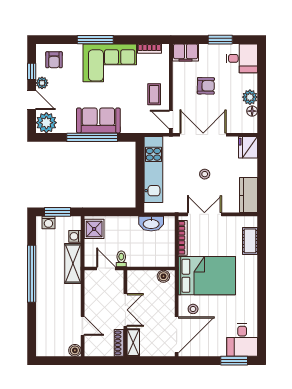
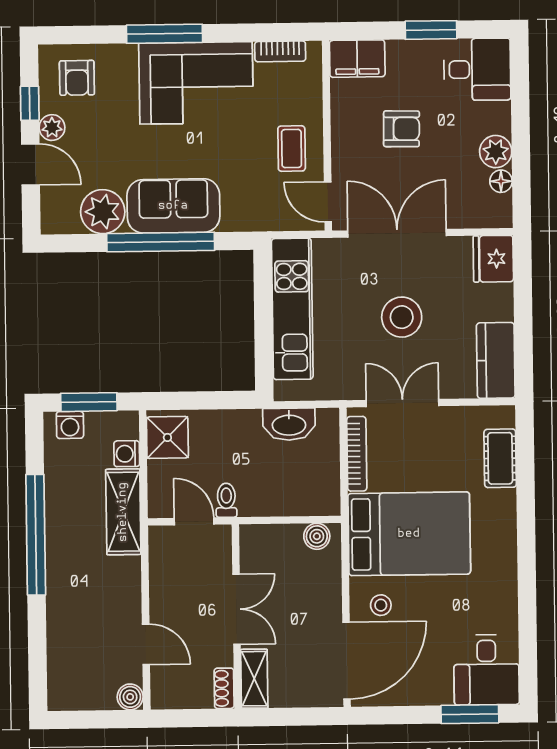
plant: (46, 123) -> (103, 212), moved
stool: (205, 174) -> (402, 317), width x1.89, depth x1.89
shoe rack: (119, 343) -> (224, 688), width x0.70

